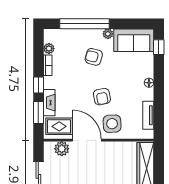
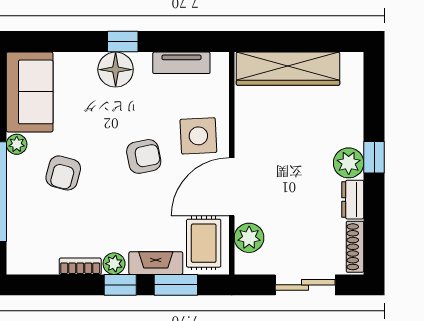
window: (159, 47) -> (123, 42), moved
plant: (49, 48) -> (114, 264), moved
floor lamp: (149, 83) -> (116, 70), width x1.89, depth x1.89

